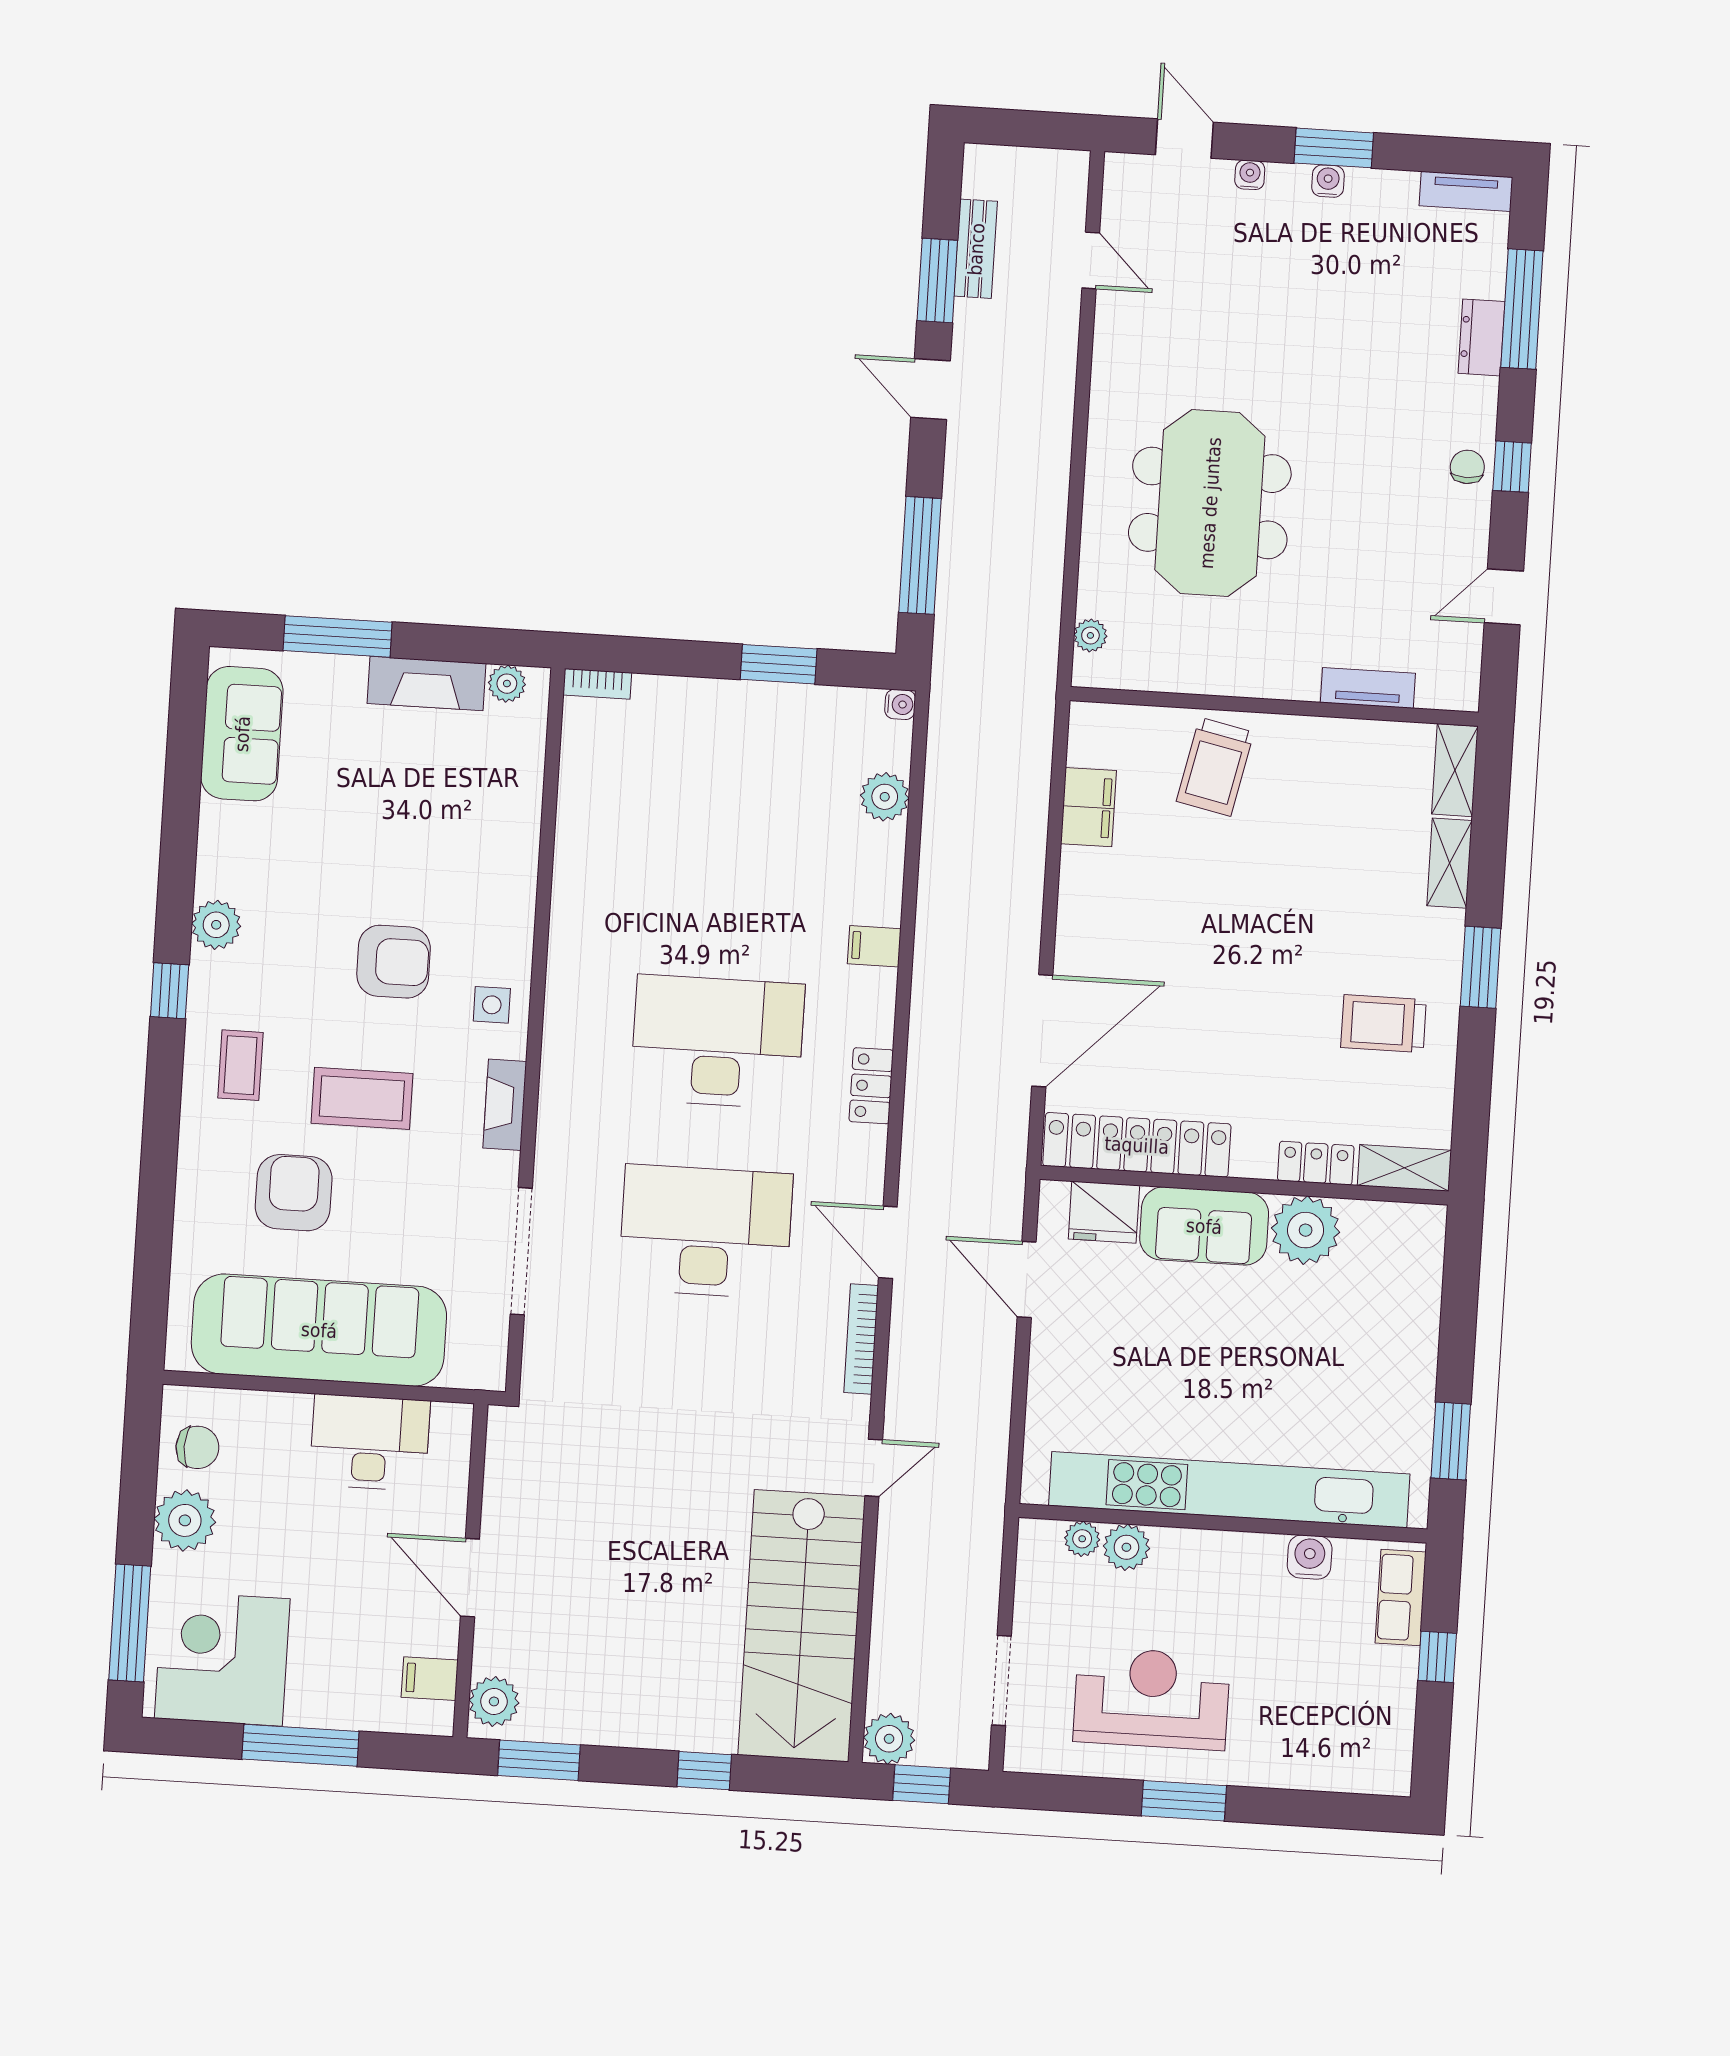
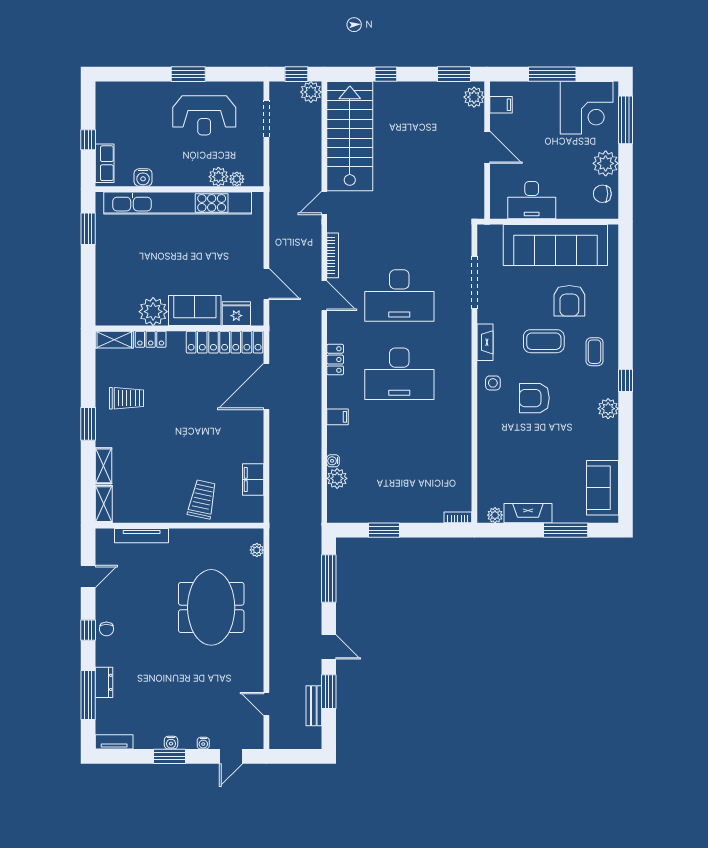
door: (1184, 139) -> (231, 756), hinge flipped
tv unit: (1368, 688) -> (142, 536), width x1.41
water cooler: (900, 704) -> (333, 461), moved

